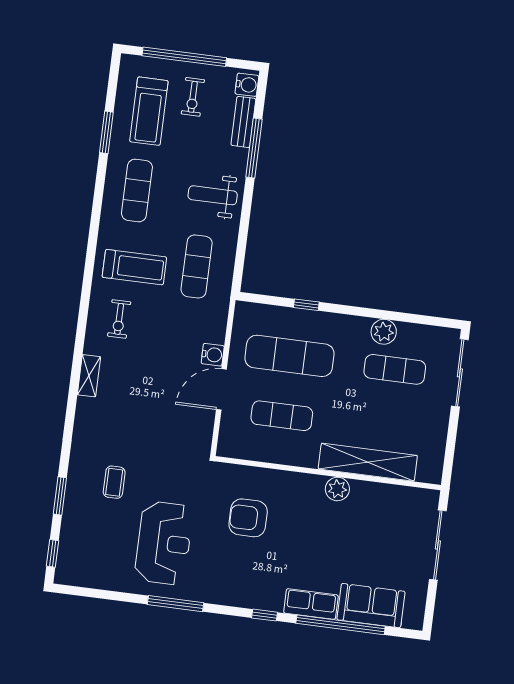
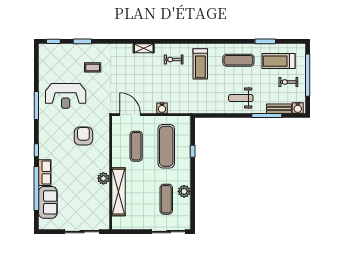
weight bench: (213, 195) -> (241, 98), turned -90
exercise mat: (197, 266) -> (205, 95), removed
door: (221, 389) -> (130, 115), moved

